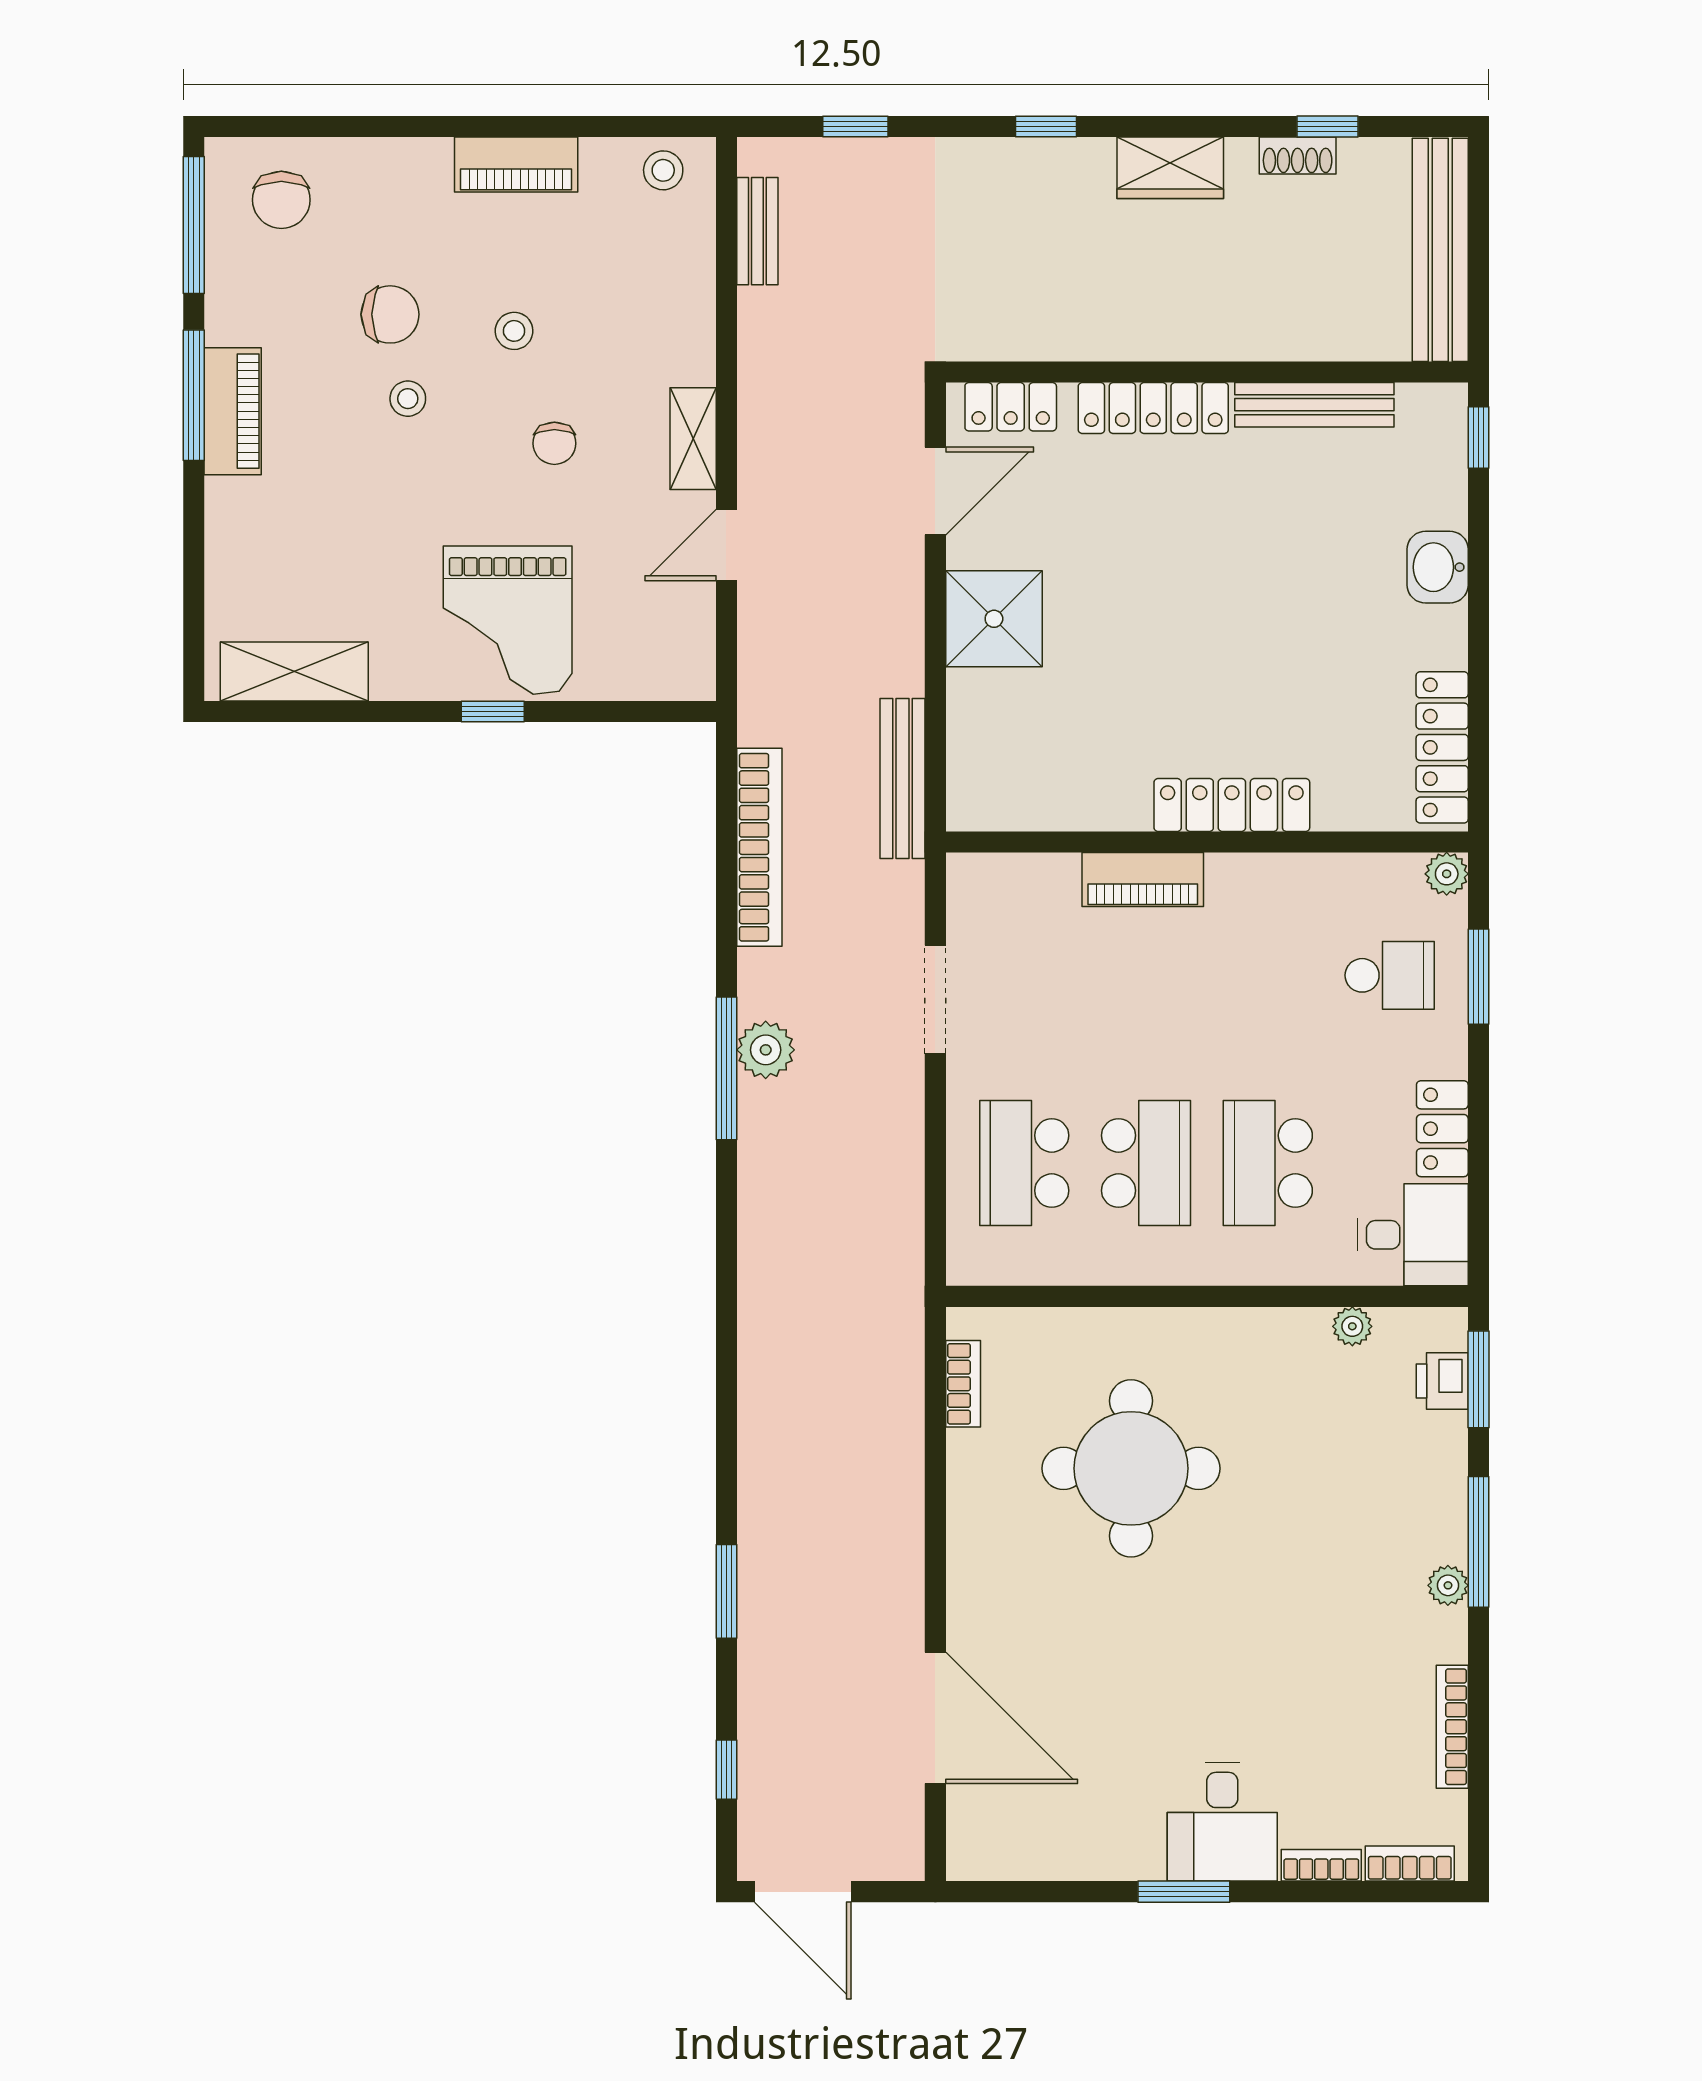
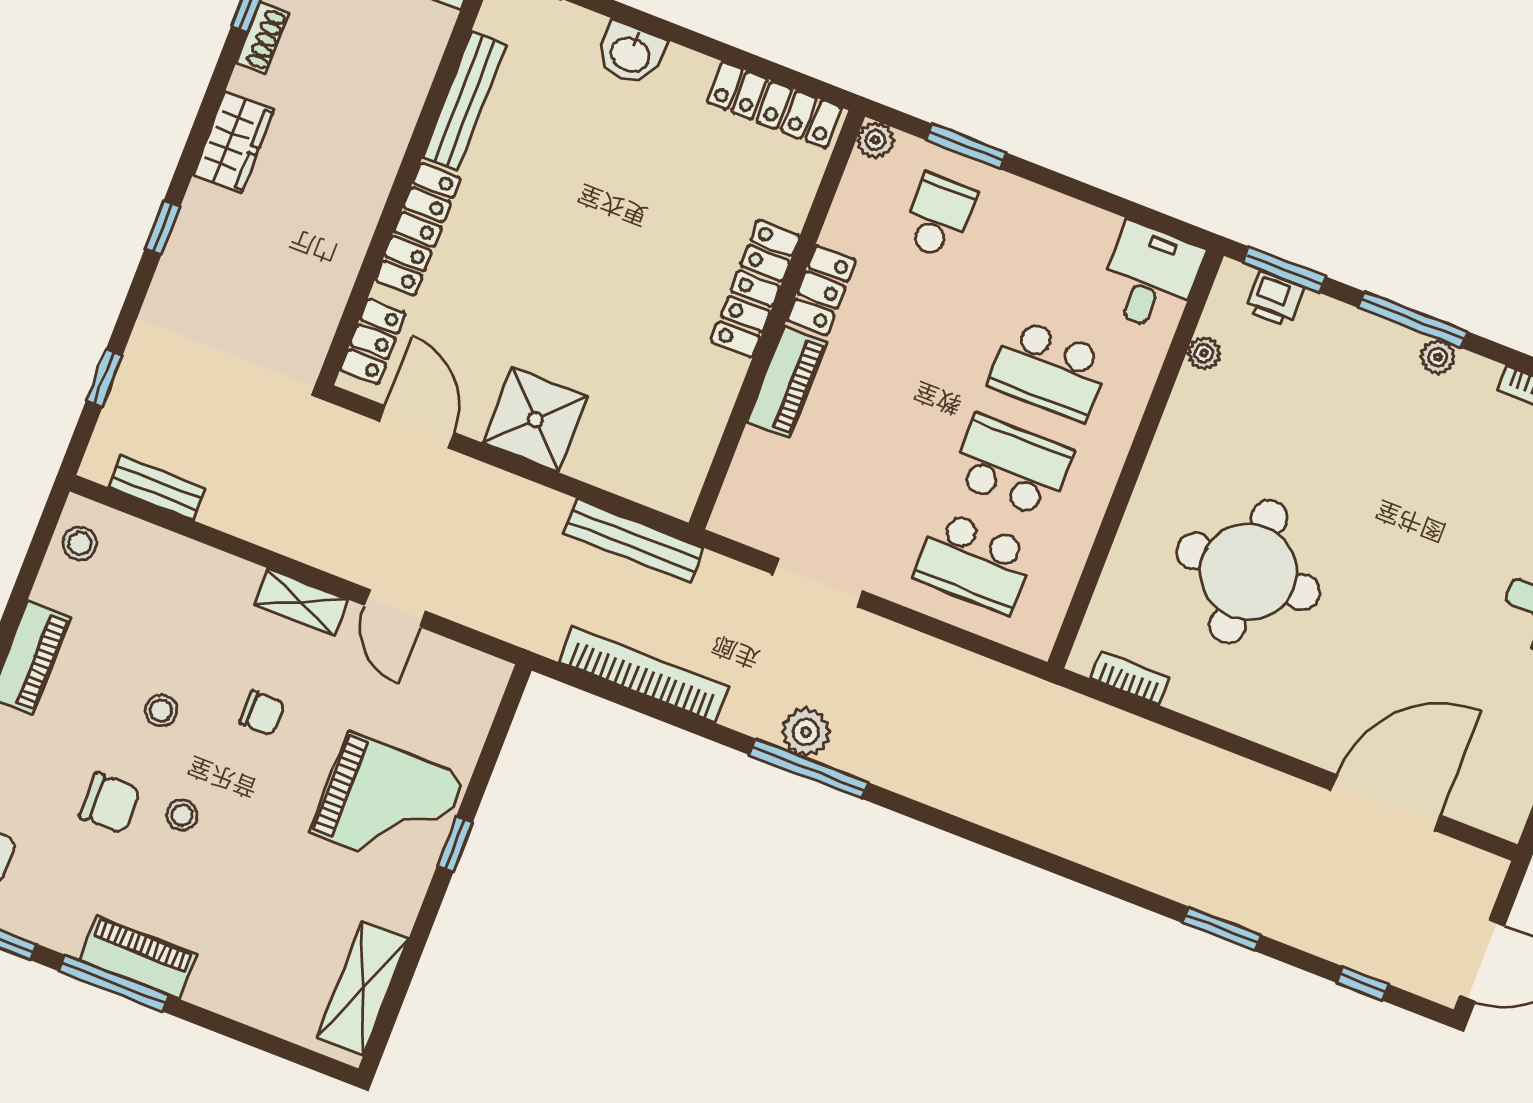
chair: (390, 314) -> (110, 803), turned 90
locker: (1442, 1129) -> (821, 290), moved, turned -90

